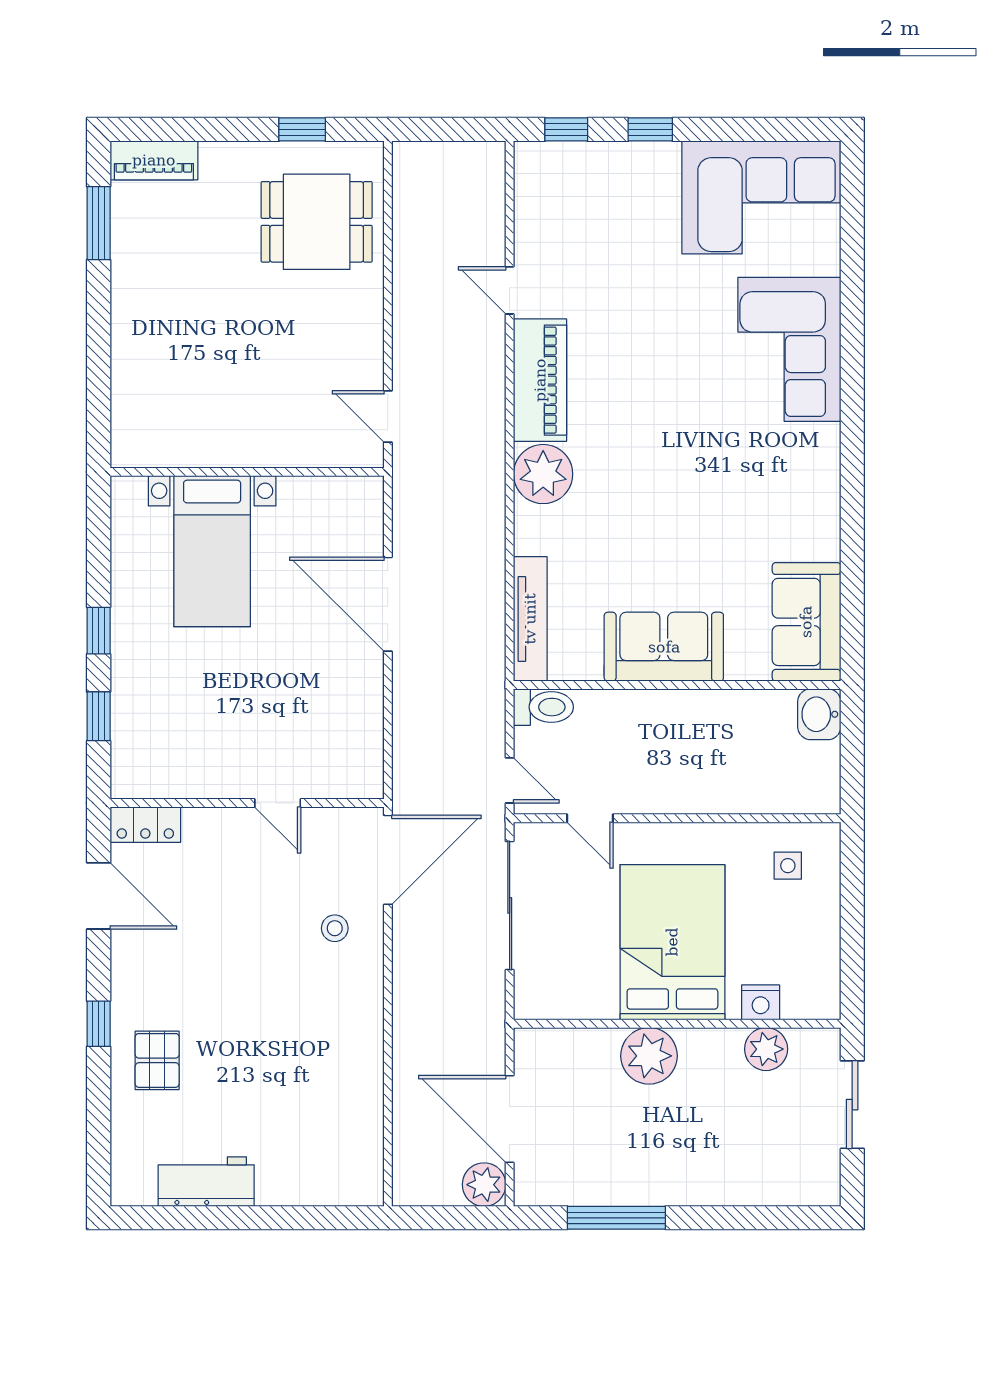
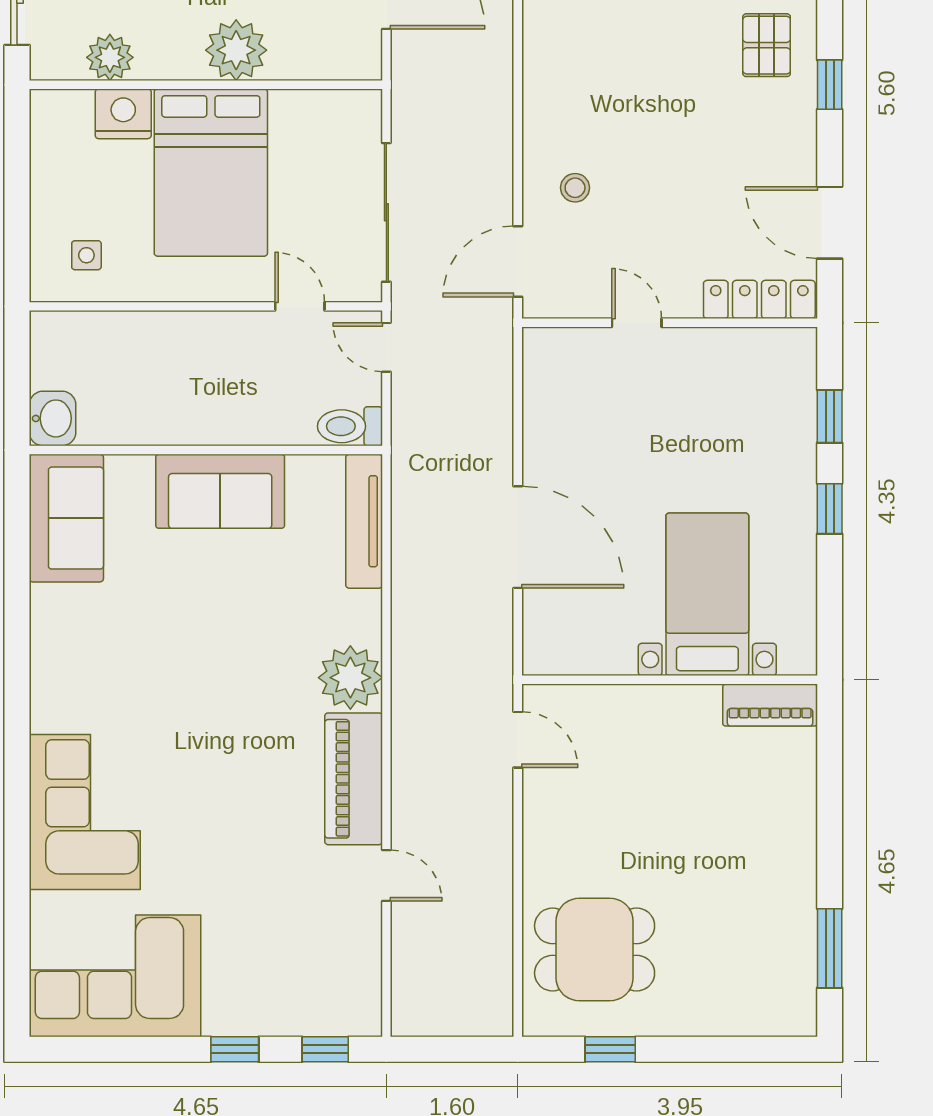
piano: (154, 160) -> (770, 705), moved, turned 180
locker: (145, 825) -> (759, 299), width x1.53
door: (388, 860) -> (518, 261), width x0.73
nightstand: (761, 1002) -> (123, 114), width x1.36, depth x1.33

